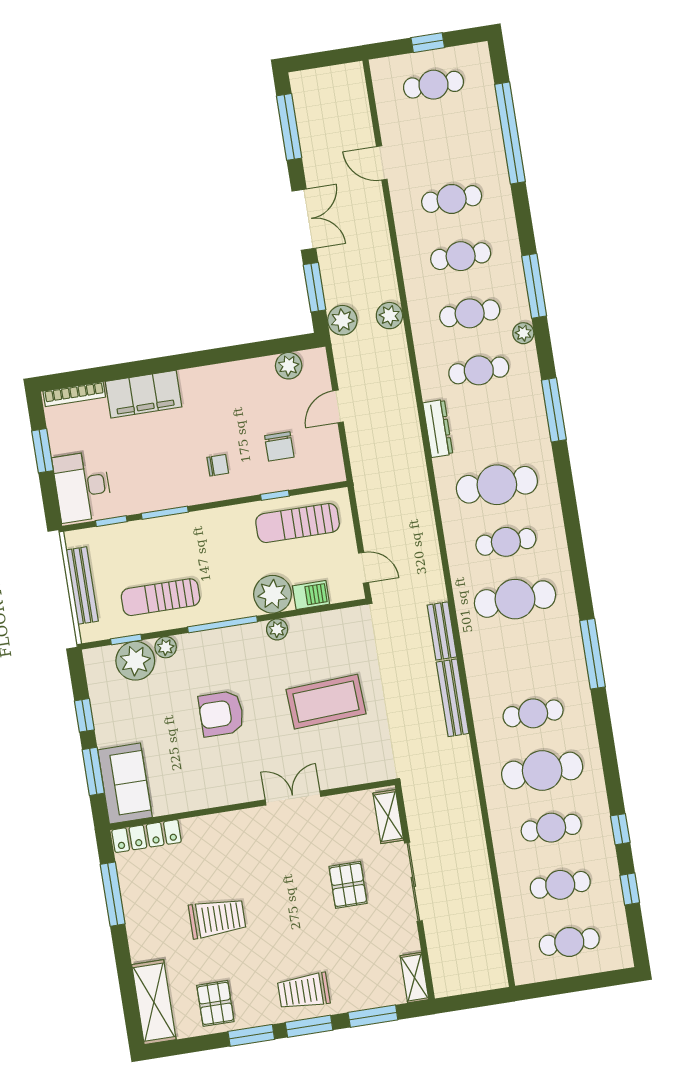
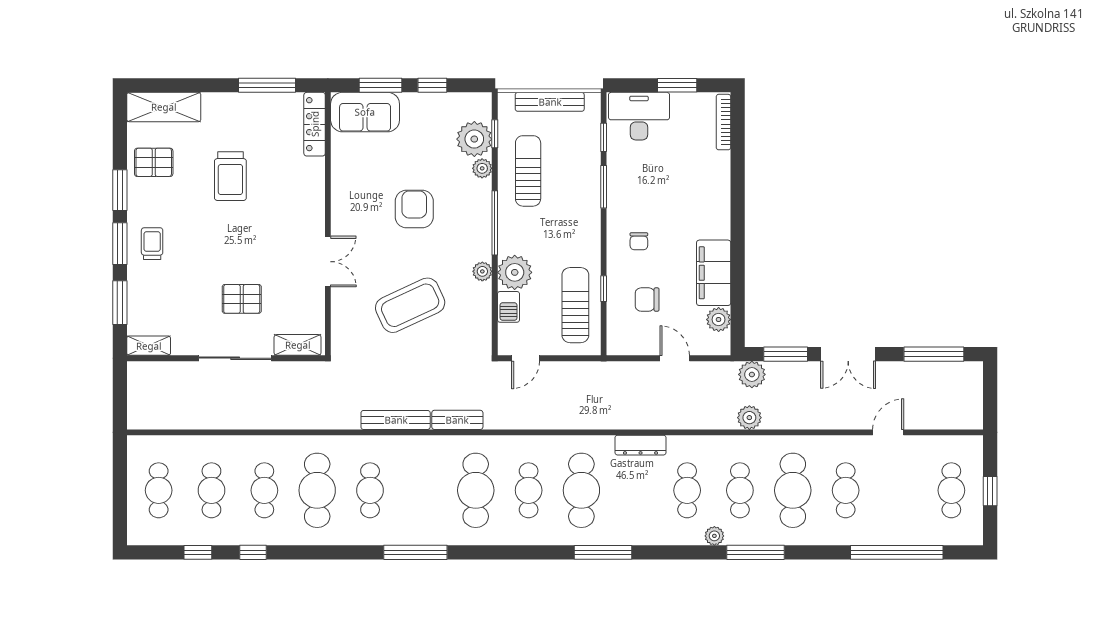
cafe table: (461, 256) -> (793, 490), width x1.37, depth x1.35
filing cabinet: (144, 394) -> (714, 273), moved
window: (554, 410) -> (603, 552), moved
coffee table: (326, 702) -> (410, 305), turned 68
trolley: (304, 991) -> (152, 244), width x0.73, depth x0.72

